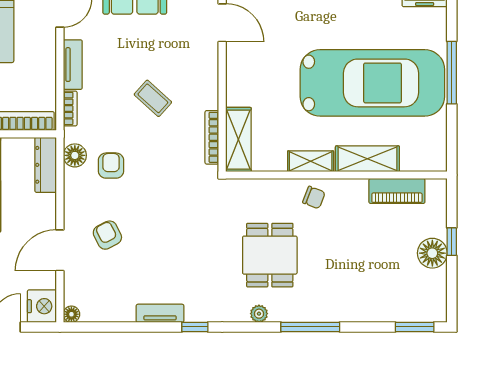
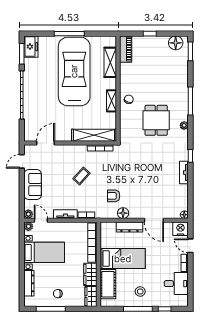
shelving: (238, 140) -> (94, 135), width x1.47
floor lamp: (75, 155) -> (123, 213), moved
shelving: (367, 159) -> (110, 62), moved
dresser: (46, 165) -> (129, 227), moved
piano: (397, 191) -> (126, 49), moved
armchair: (107, 235) -> (147, 198), removed
floor lamp: (432, 253) -> (176, 43), moved
dining table: (270, 255) -> (156, 120), turned 90

